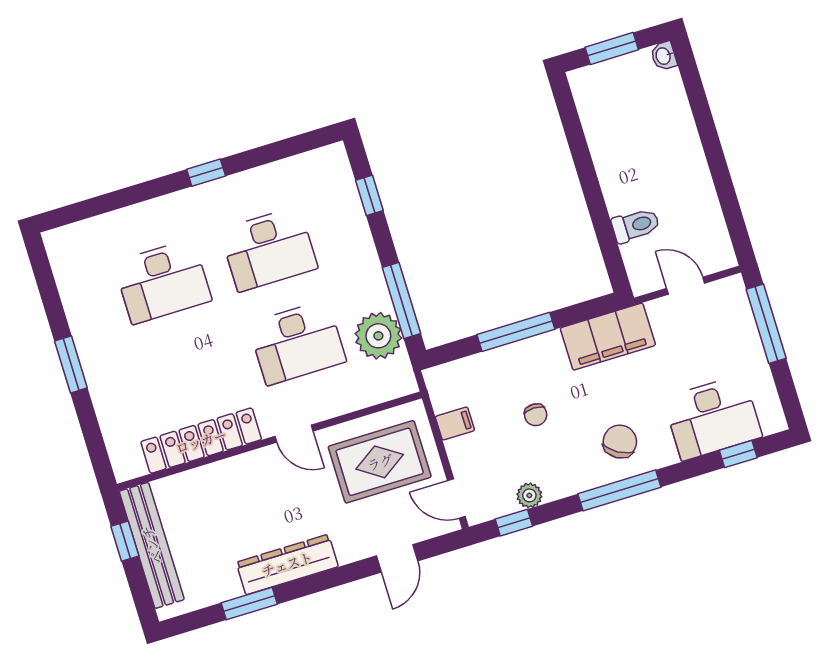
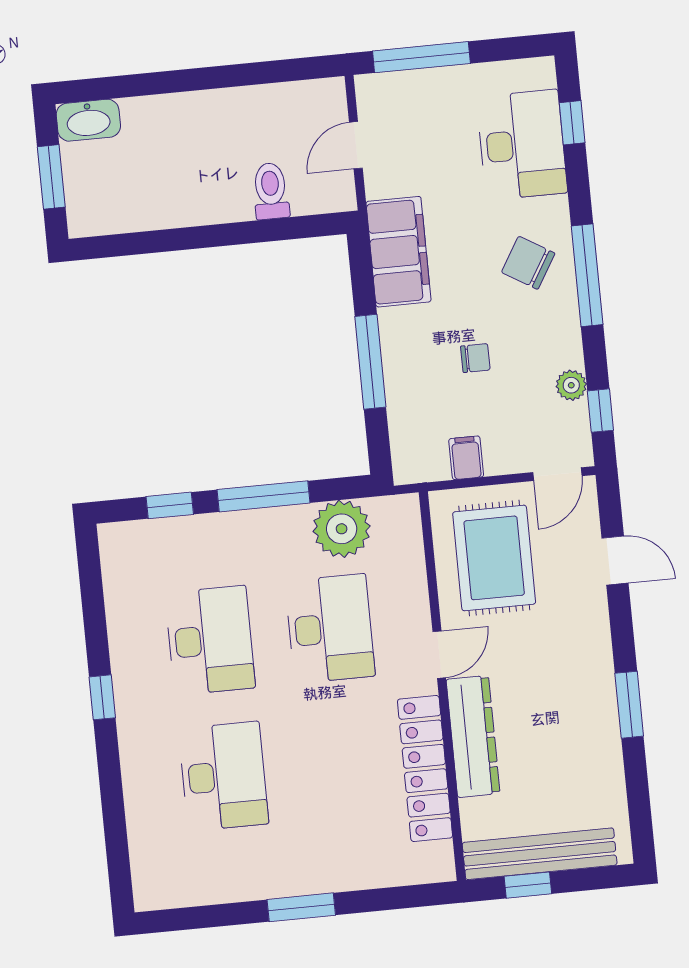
washbasin: (664, 56) -> (88, 120), width x1.91, depth x1.45
window: (401, 300) -> (263, 496), moved
dresser: (287, 564) -> (473, 736), moved, turned 180
window: (249, 604) -> (629, 705), moved

